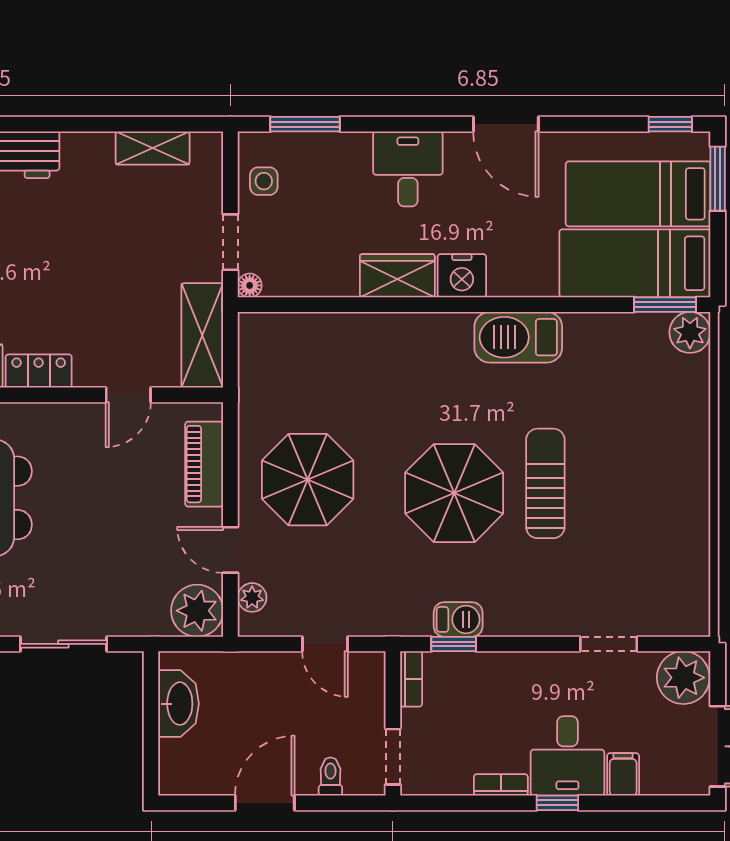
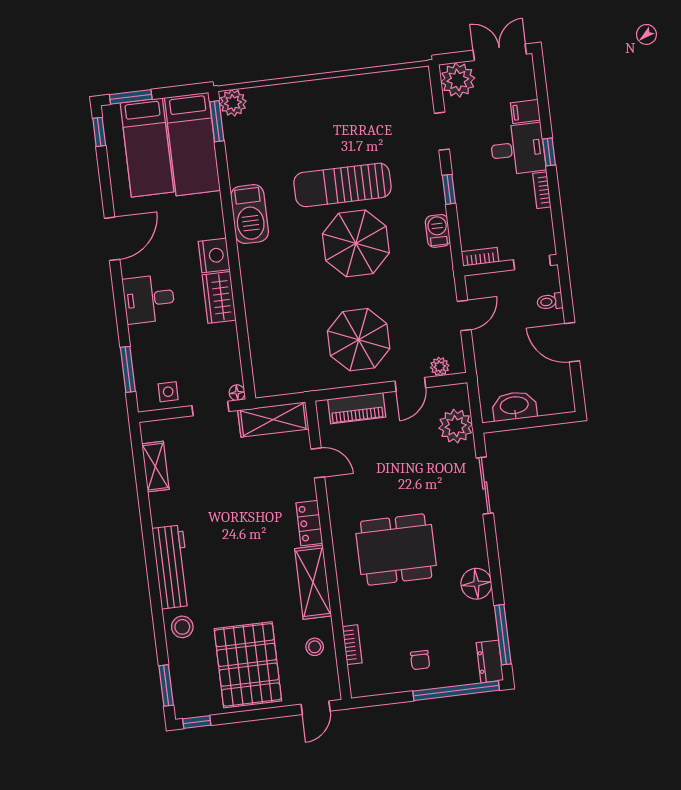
sun lounger: (545, 483) -> (342, 185), width x1.36, depth x1.34
plant: (197, 611) -> (456, 426), moved
window: (454, 644) -> (449, 189), moved

